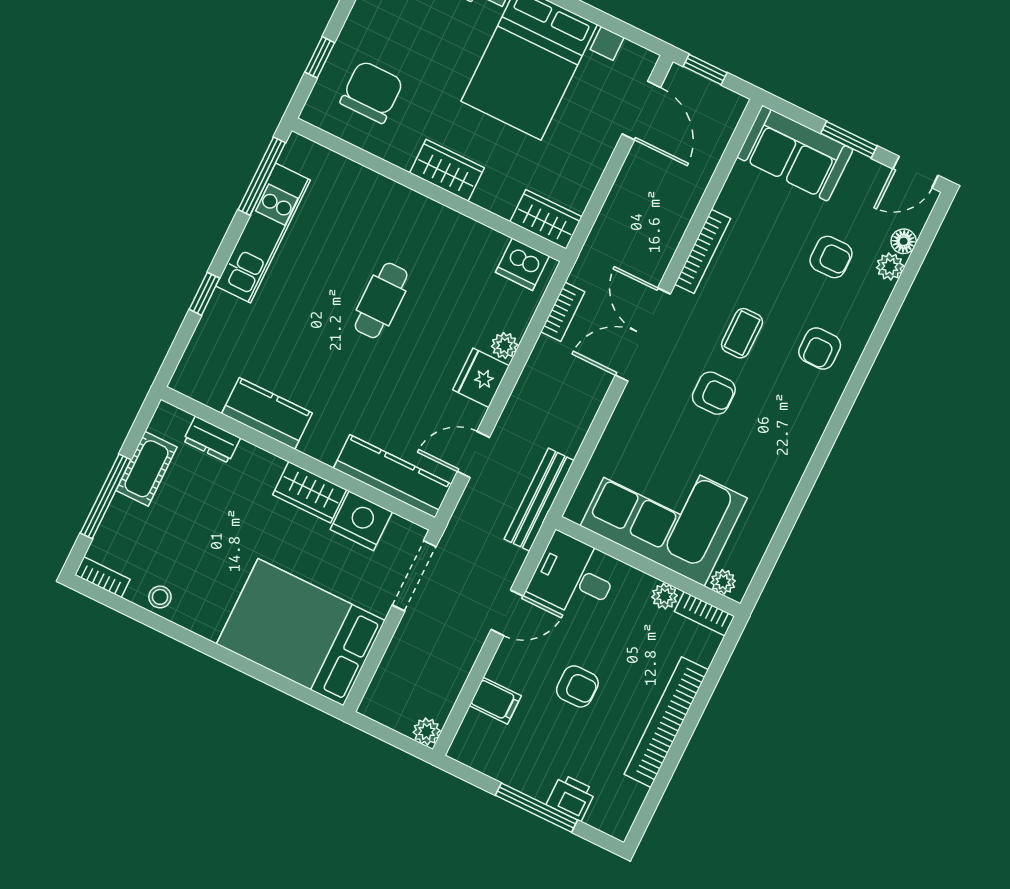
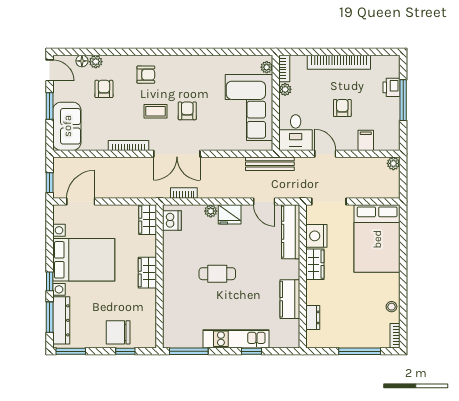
chair: (372, 92) -> (118, 332), moved
kitchen unit: (263, 233) -> (236, 339), moved
cot: (147, 469) -> (339, 339), removed

